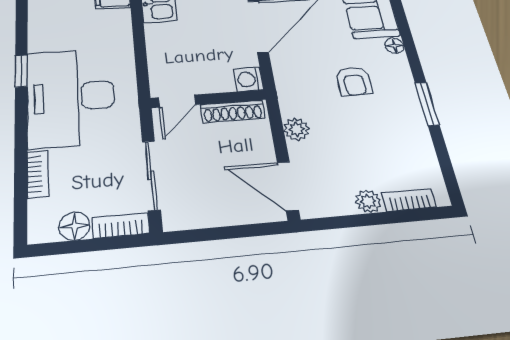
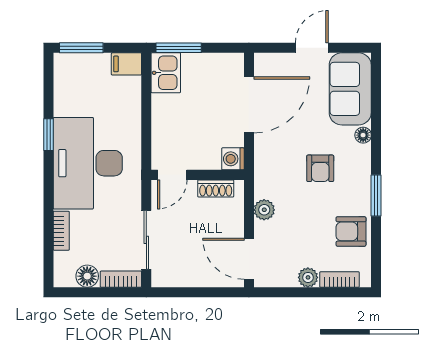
shoe rack: (233, 111) -> (216, 188), width x0.70
armchair: (408, 144) -> (351, 231), added

